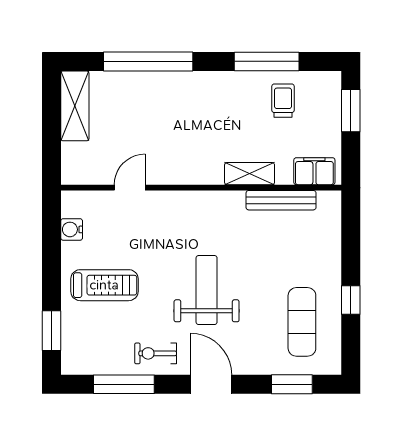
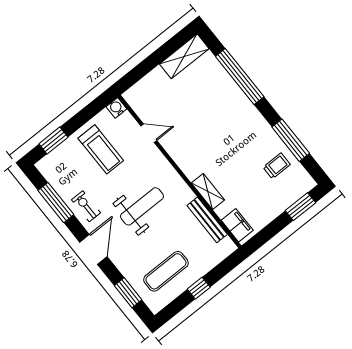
filing cabinet: (314, 171) -> (237, 225), moved
shelving: (250, 174) -> (208, 191), moved
door: (130, 188) -> (149, 133), moved
wall: (201, 188) -> (180, 171), moved
bench: (281, 200) -> (207, 220), moved

